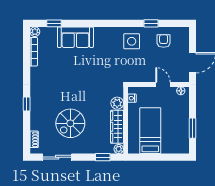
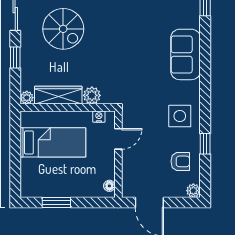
plant: (184, 32) -> (193, 191), added
sofa: (75, 37) -> (186, 54), moved
door: (163, 84) -> (118, 139), moved
spiral stairs: (70, 123) -> (63, 29), turned 180
window: (103, 157) -> (15, 58), moved

